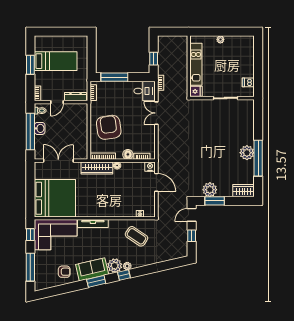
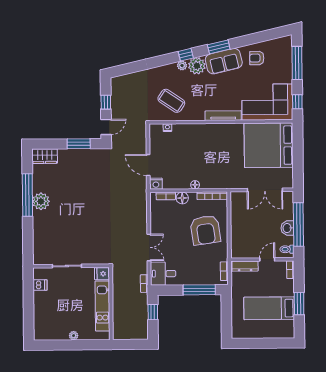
wardrobe: (97, 168) -> (219, 182), removed
plant: (210, 190) -> (85, 157), removed

